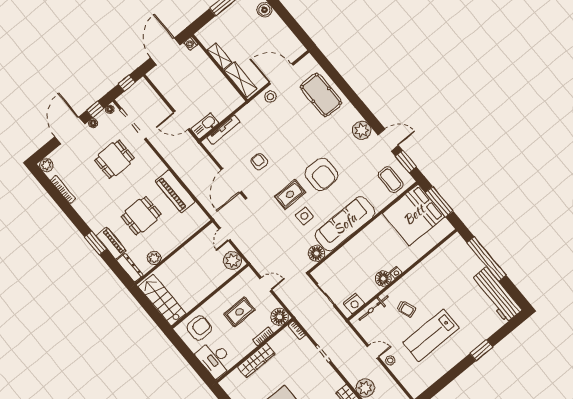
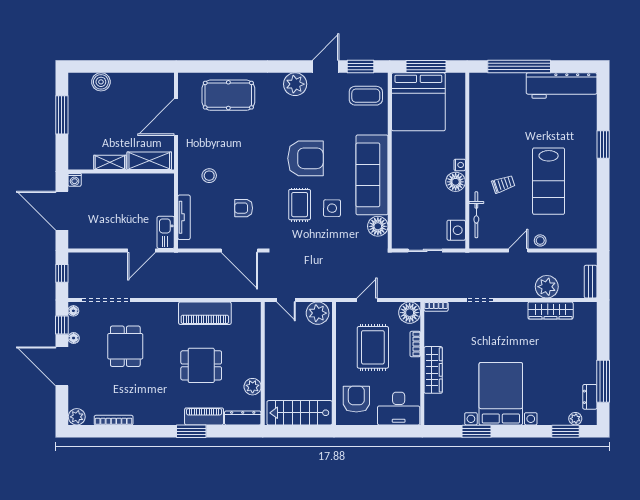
stool: (270, 97) -> (209, 176), moved
dining table: (141, 216) -> (201, 365), turned 90
rug: (240, 312) -> (373, 347), width x1.36, depth x1.43

